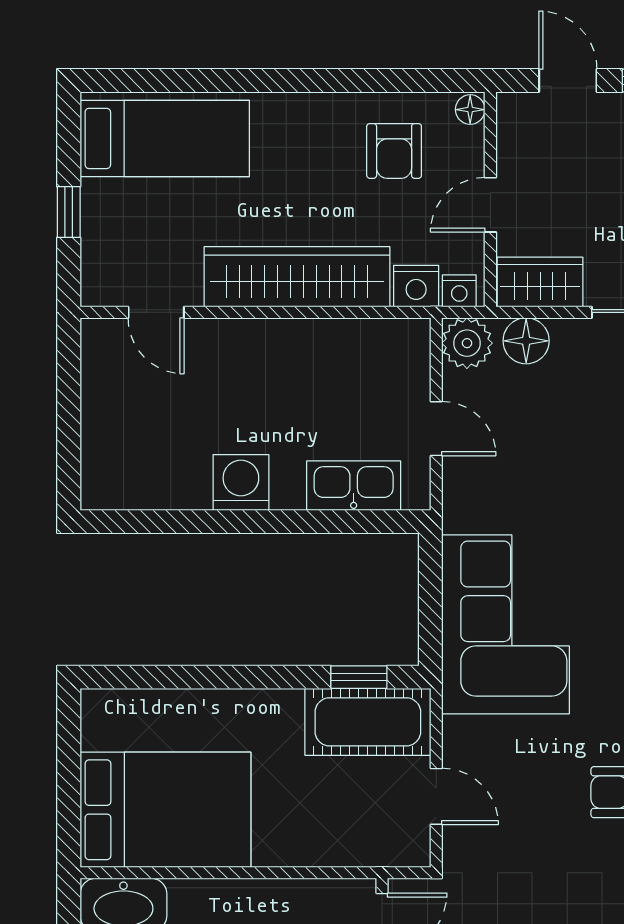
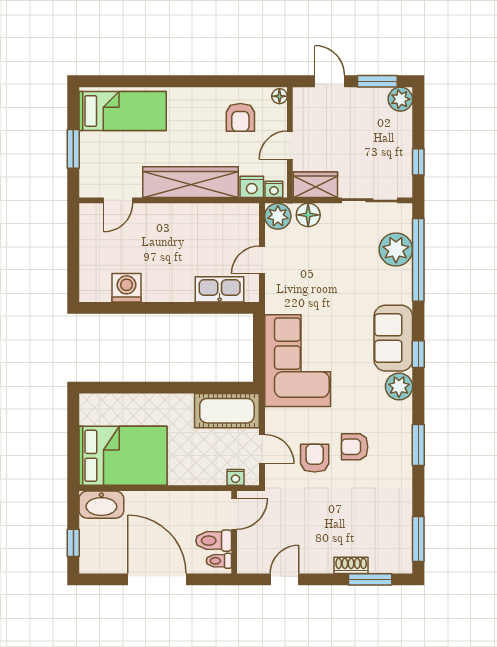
window: (69, 212) -> (73, 149), width x1.50
door: (156, 312) -> (118, 200), hinge flipped
door: (436, 429) -> (262, 260), swing flipped
washing machine: (241, 482) -> (127, 288), moved
window: (359, 677) -> (222, 388), removed
armchair: (539, 814) -> (315, 458), added
nightstand: (385, 852) -> (235, 477), added

